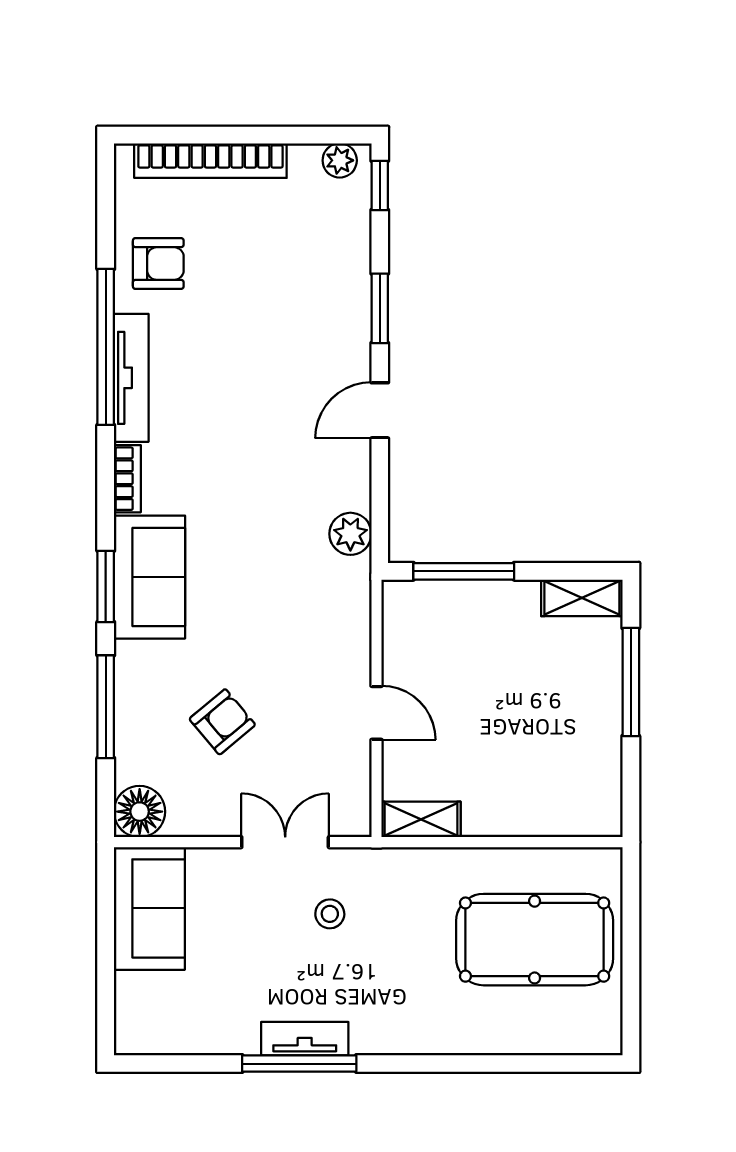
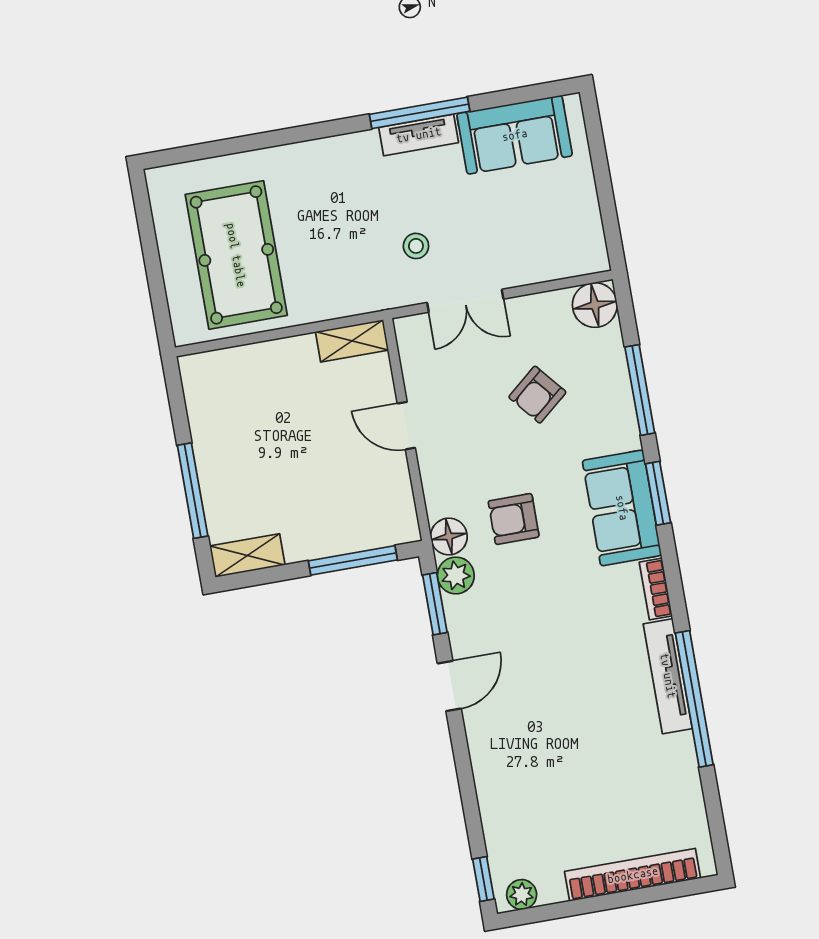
armchair: (158, 264) -> (514, 519), moved
window: (380, 308) -> (435, 604), moved
floor lamp: (351, 579) -> (449, 537), added
sofa: (149, 908) -> (515, 135), moved, turned -90
pool table: (535, 940) -> (236, 255), turned 90

